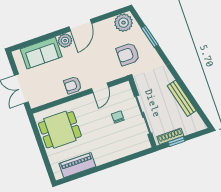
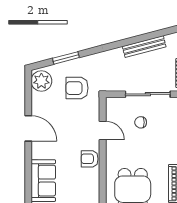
plant: (65, 41) -> (39, 150), removed
armchair: (128, 54) -> (77, 88), turned 90
armchair: (73, 85) -> (90, 159), turned 90

